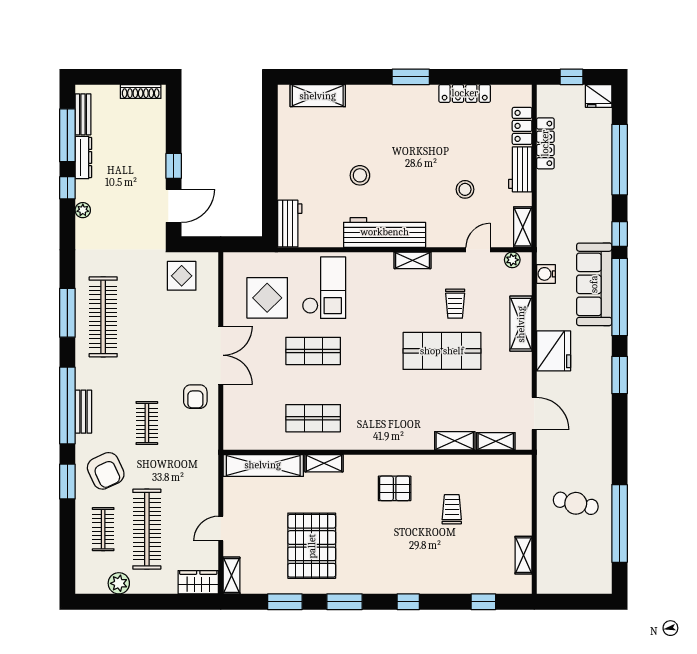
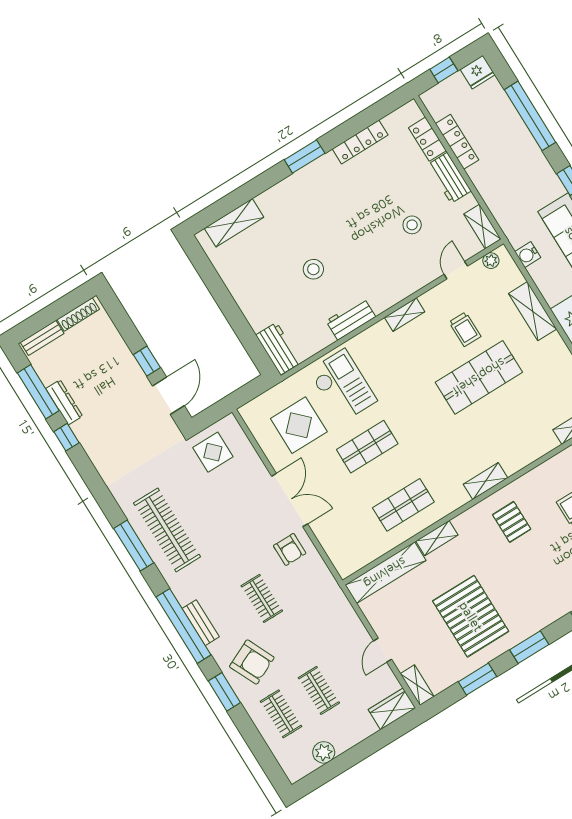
bench: (83, 114) -> (42, 338), moved, turned 90
plant: (83, 210) -> (92, 448), removed
workbench: (385, 232) -> (351, 319), width x0.53, depth x0.76
shelving: (455, 441) -> (486, 481), moved
pallet: (395, 488) -> (512, 522), turned 90
clothes rail: (147, 529) -> (319, 690), width x0.54, depth x0.76

